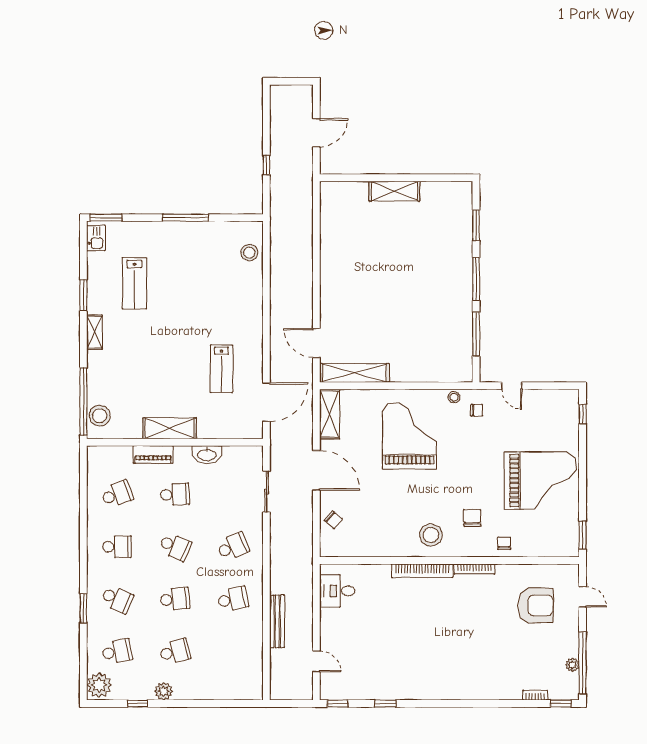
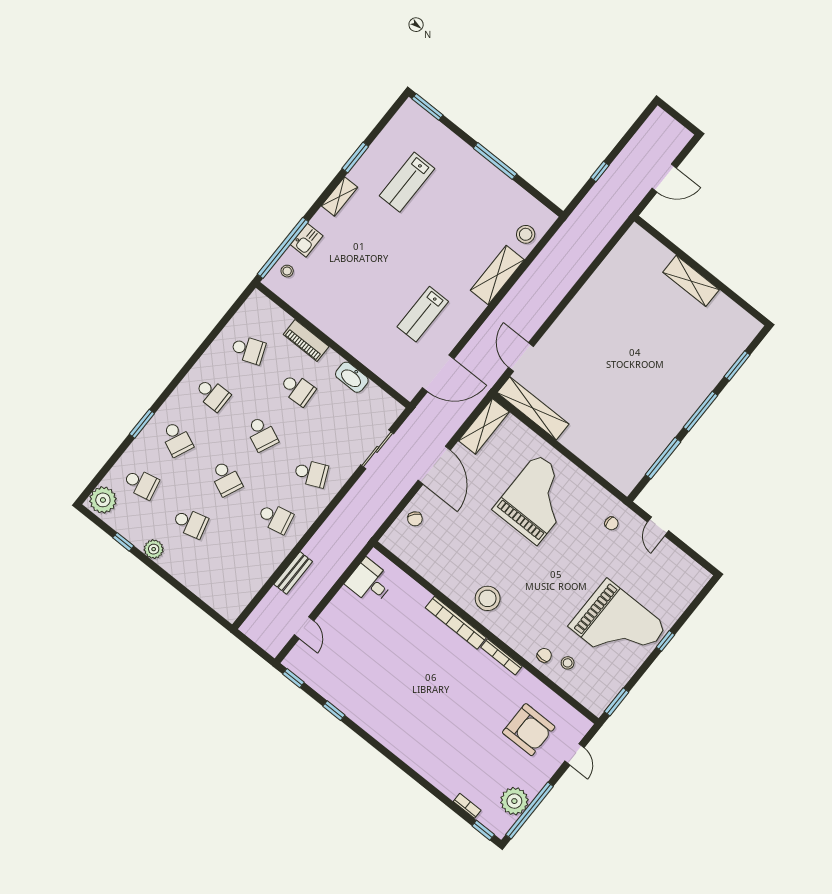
kitchen sink: (96, 238) -> (307, 240), moved
stool: (454, 397) -> (568, 663), moved
window: (583, 414) -> (665, 641), moved
stool: (100, 416) -> (287, 271), width x0.53, depth x0.53
shelving: (170, 428) -> (497, 275), moved, turned 90
chair: (472, 518) -> (534, 612), removed
school desk: (175, 599) -> (226, 478), turned 30
bench: (277, 621) -> (293, 573), width x0.73
plant: (572, 665) -> (514, 801), width x1.88, depth x1.88

